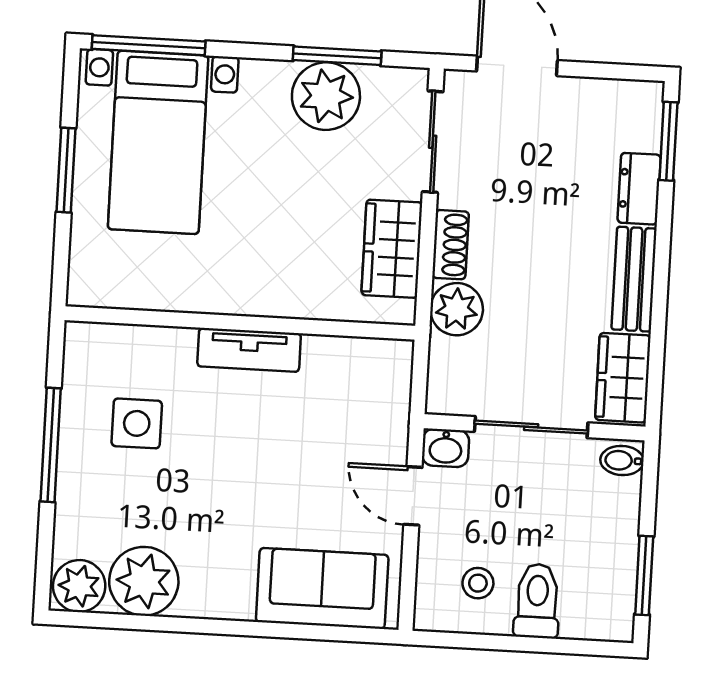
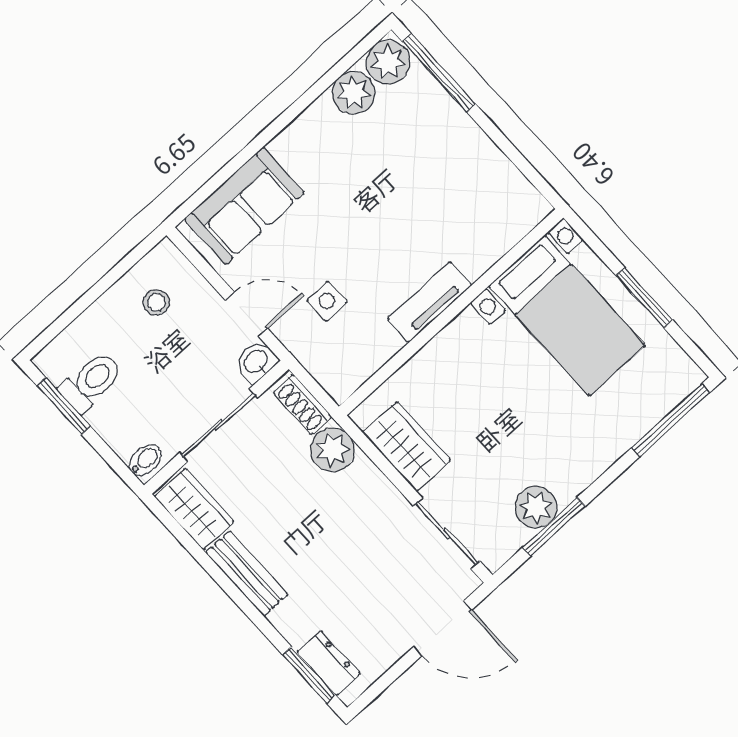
plant: (326, 96) -> (536, 507), width x0.73, depth x0.73
bed with nightstands: (158, 142) -> (567, 316), moved, turned 180
dresser: (639, 189) -> (328, 663), moved
shoe rack: (450, 245) -> (302, 405), moved
side table: (137, 423) -> (327, 301), moved, width x0.73, depth x0.73
window: (51, 445) -> (439, 73), moved
plant: (144, 581) -> (354, 93), width x0.73, depth x0.73
toilet: (537, 601) -> (91, 382), moved, turned -90

